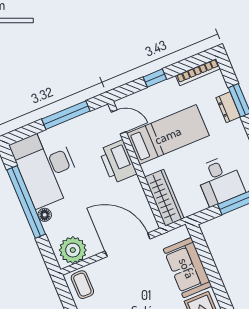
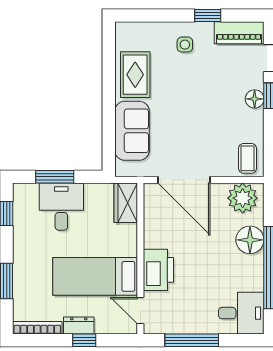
dresser: (228, 107) -> (79, 325), moved, turned -90
desk: (46, 167) -> (241, 313), width x0.53, depth x0.77
wardrobe: (164, 198) -> (126, 203), width x0.67
floor lamp: (45, 215) -> (250, 240), width x1.89, depth x1.89

